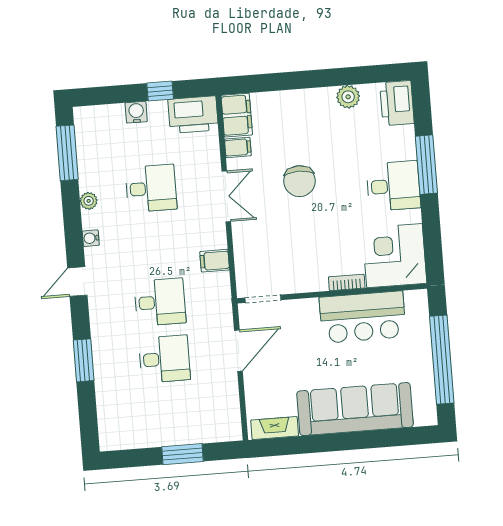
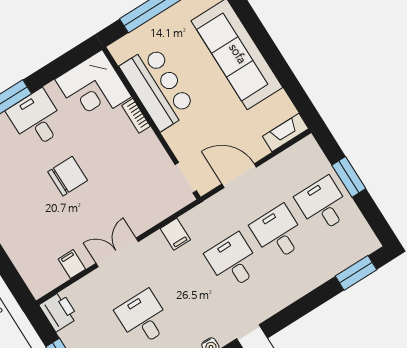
printer: (193, 115) -> (59, 311), width x0.73, depth x0.84
filing cabinet: (237, 115) -> (46, 279), removed
chair: (300, 181) -> (68, 176), moved
window: (84, 360) -> (356, 273), moved
desk: (169, 416) -> (323, 205), added
fireplace: (275, 428) -> (286, 132), moved, turned 90

